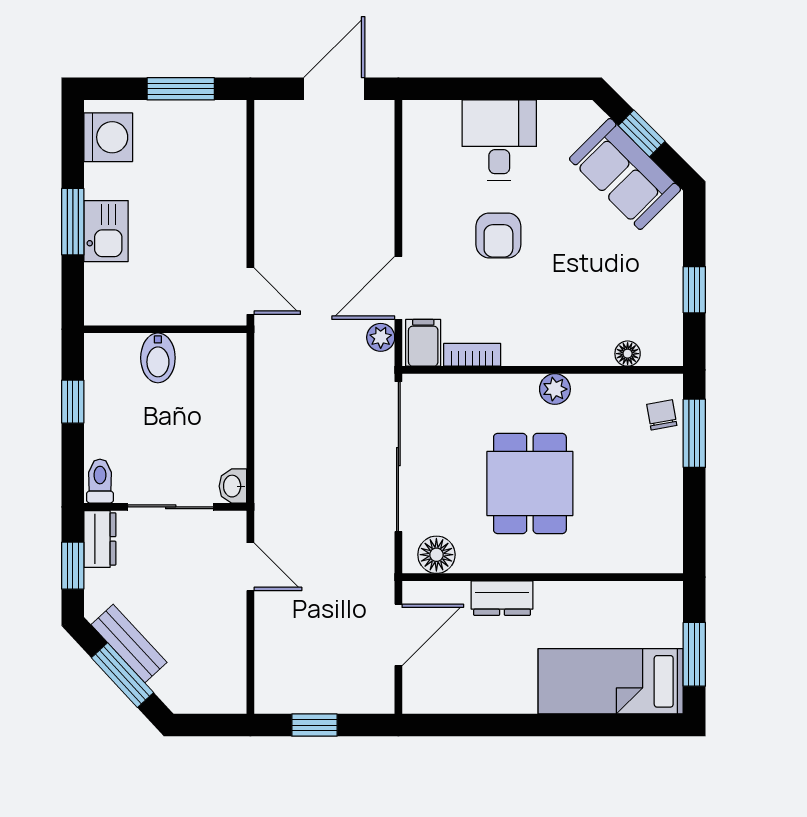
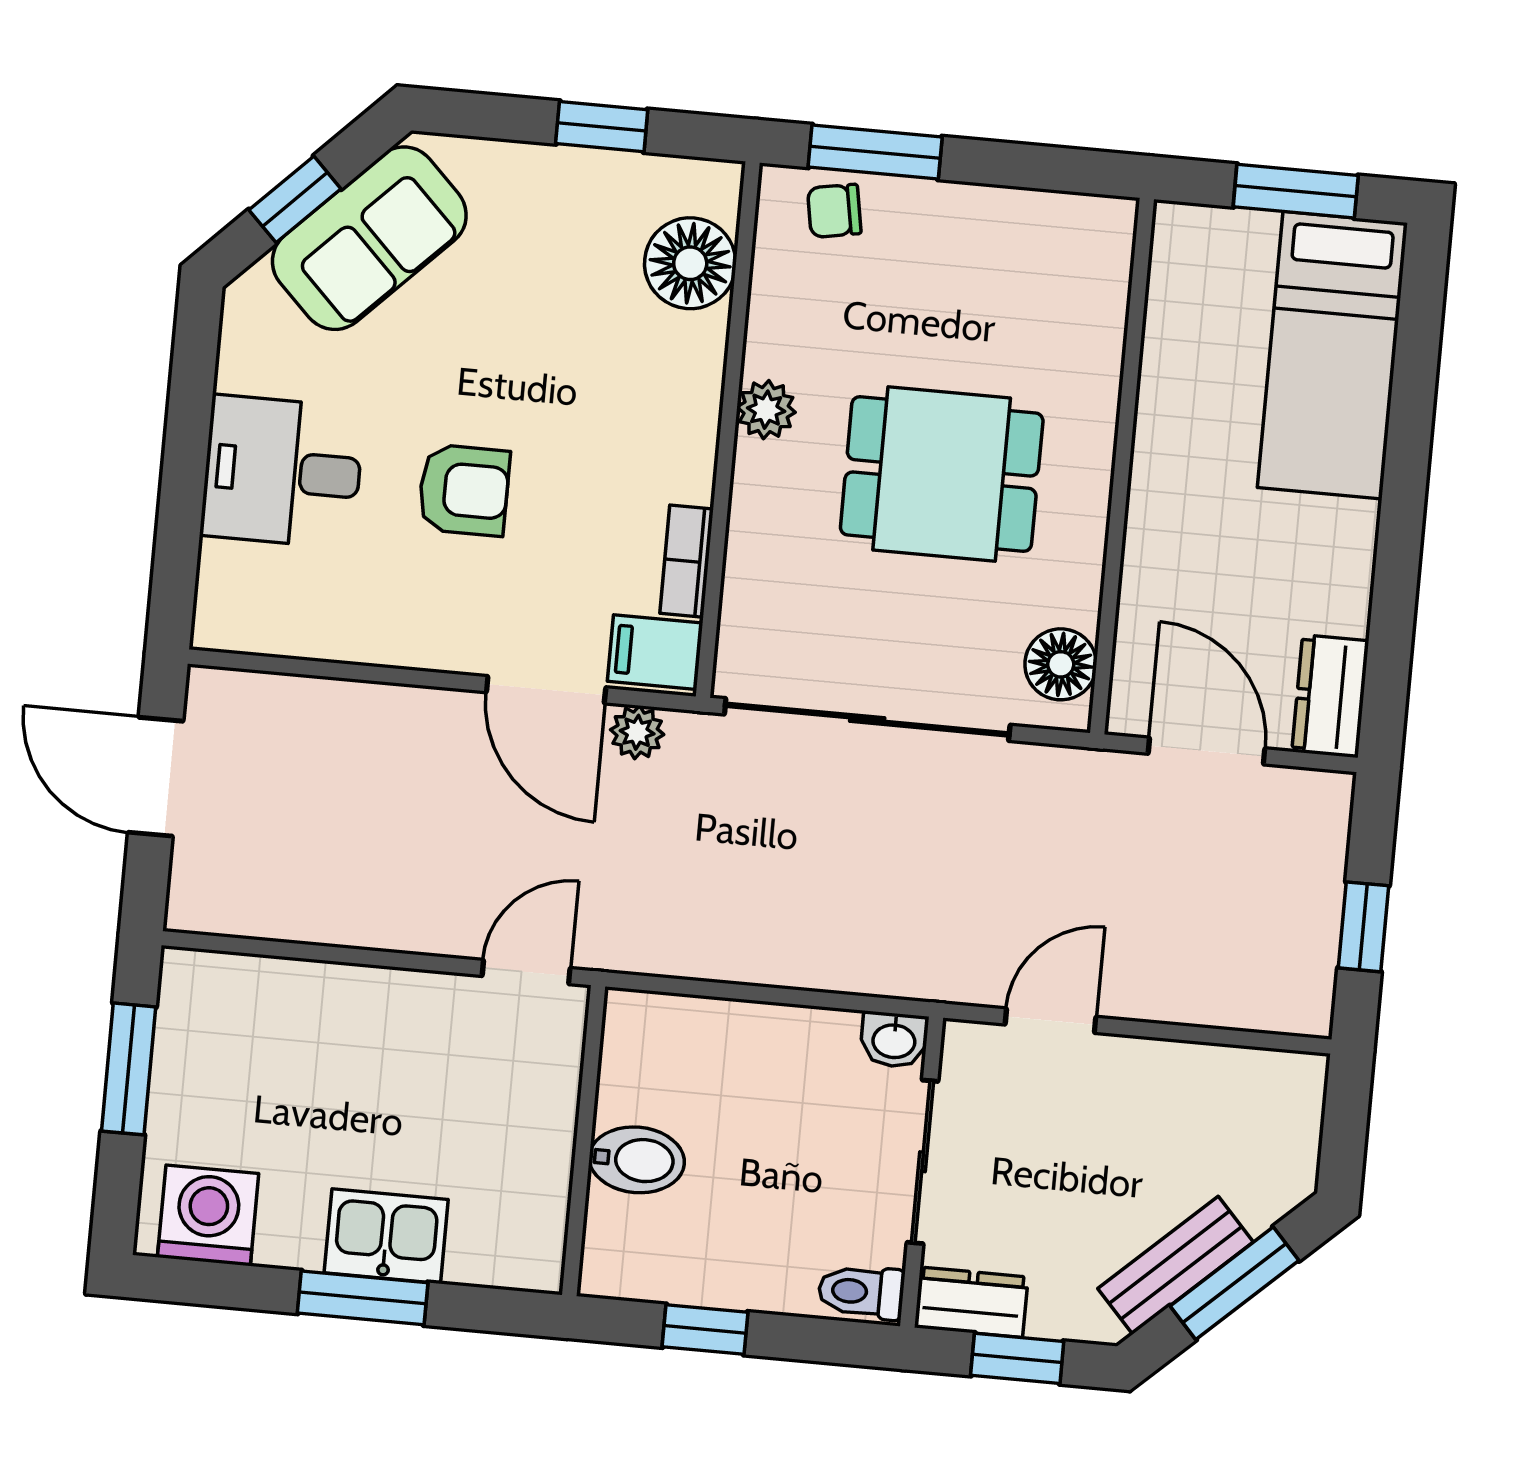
floor lamp: (628, 354) -> (690, 263), width x1.89, depth x1.89
dresser: (502, 598) -> (1330, 696), moved, turned 180

